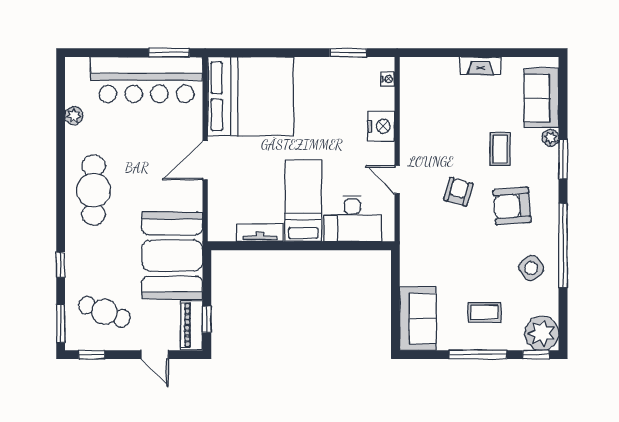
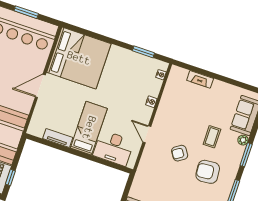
window: (169, 53) -> (26, 12), moved
fireplace: (481, 66) -> (200, 79), moved
nightstand: (381, 126) -> (151, 102), width x0.53, depth x0.56
armchair: (458, 192) -> (180, 153), turned -140

